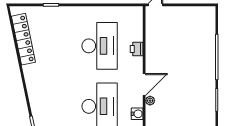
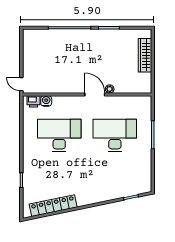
printer: (137, 49) -> (34, 101), moved
water cooler: (137, 114) -> (46, 101), moved

